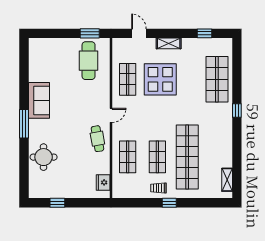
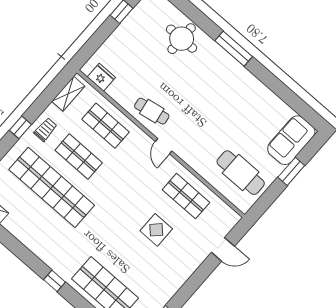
window: (90, 33) -> (291, 171), moved
shelving: (169, 43) -> (68, 94), moved
display table: (160, 79) -> (156, 230), width x0.54, depth x0.54
sofa: (39, 100) -> (291, 140), moved, turned 90

